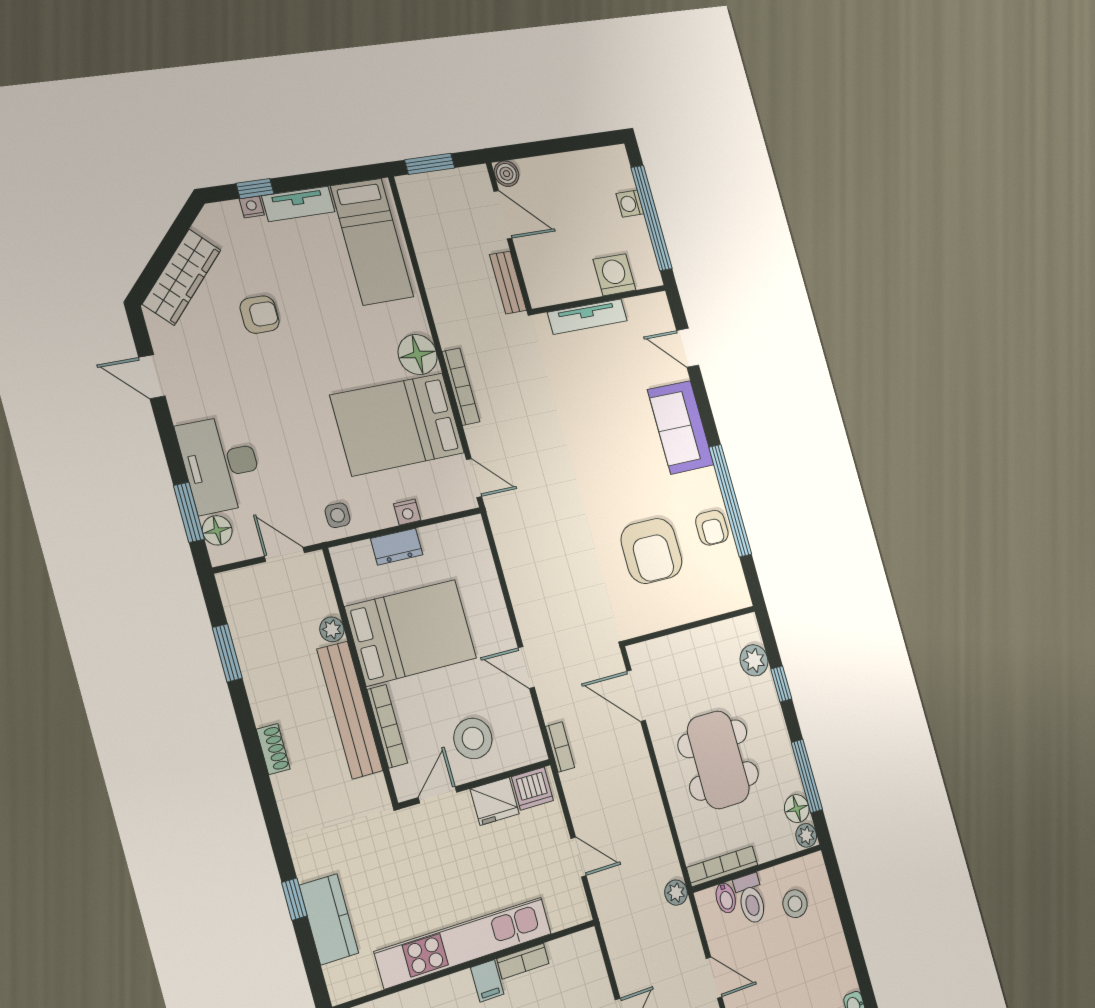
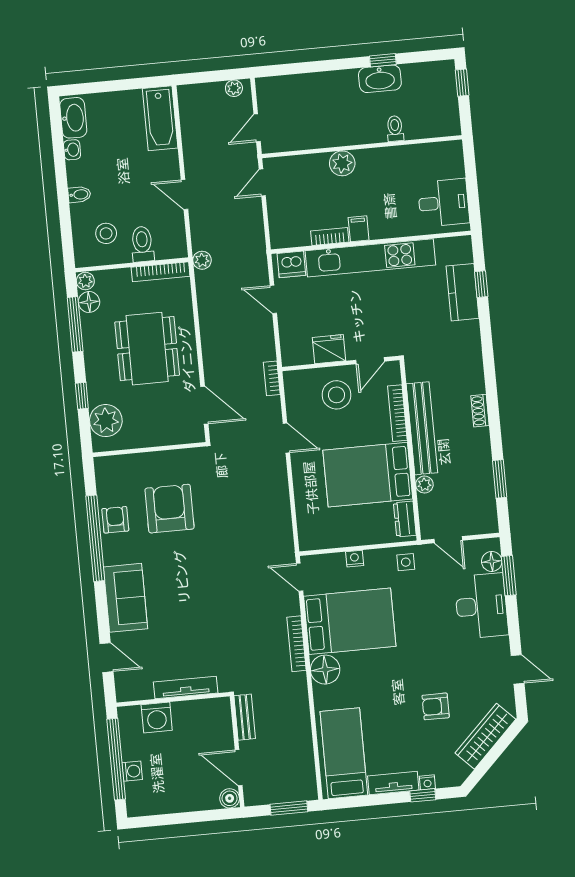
dresser: (397, 547) -> (405, 519), moved, turned -90
plant: (754, 660) -> (106, 421), width x1.36, depth x1.36
dishwasher: (532, 789) -> (291, 264), moved, turned 180
bidet: (726, 898) -> (79, 195), moved, turned 90
window: (294, 899) -> (481, 284), moved

